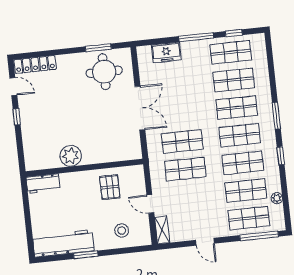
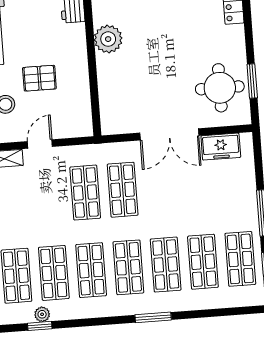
freezer: (166, 52) -> (221, 147), moved, turned -90
window: (281, 156) -> (40, 326), moved
pallet: (110, 187) -> (39, 78), moved

